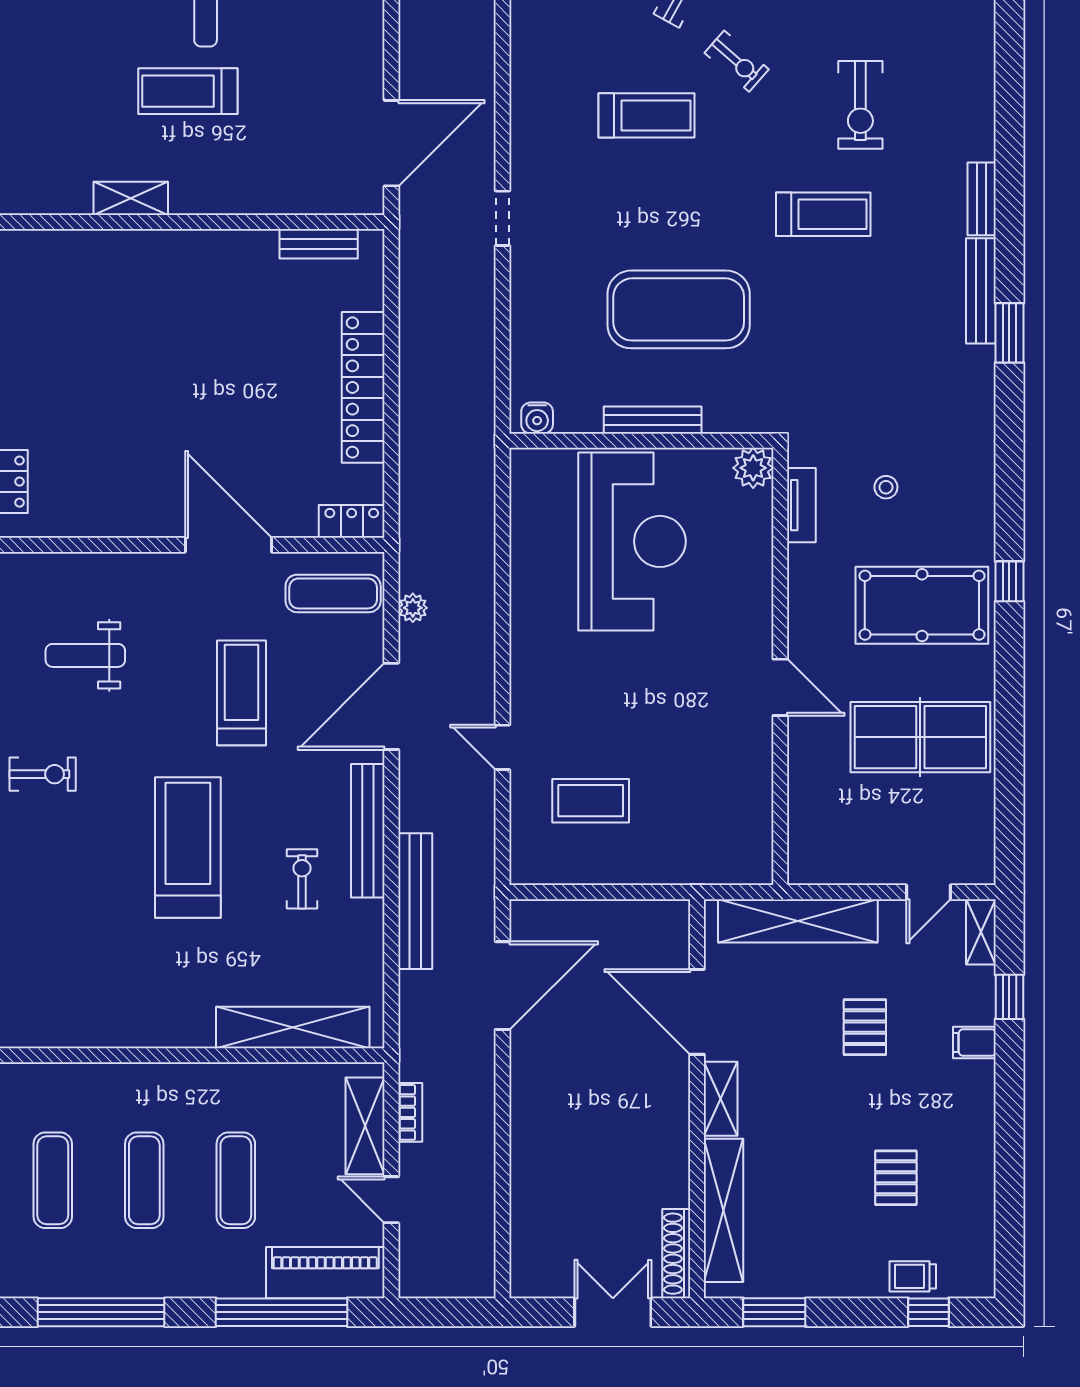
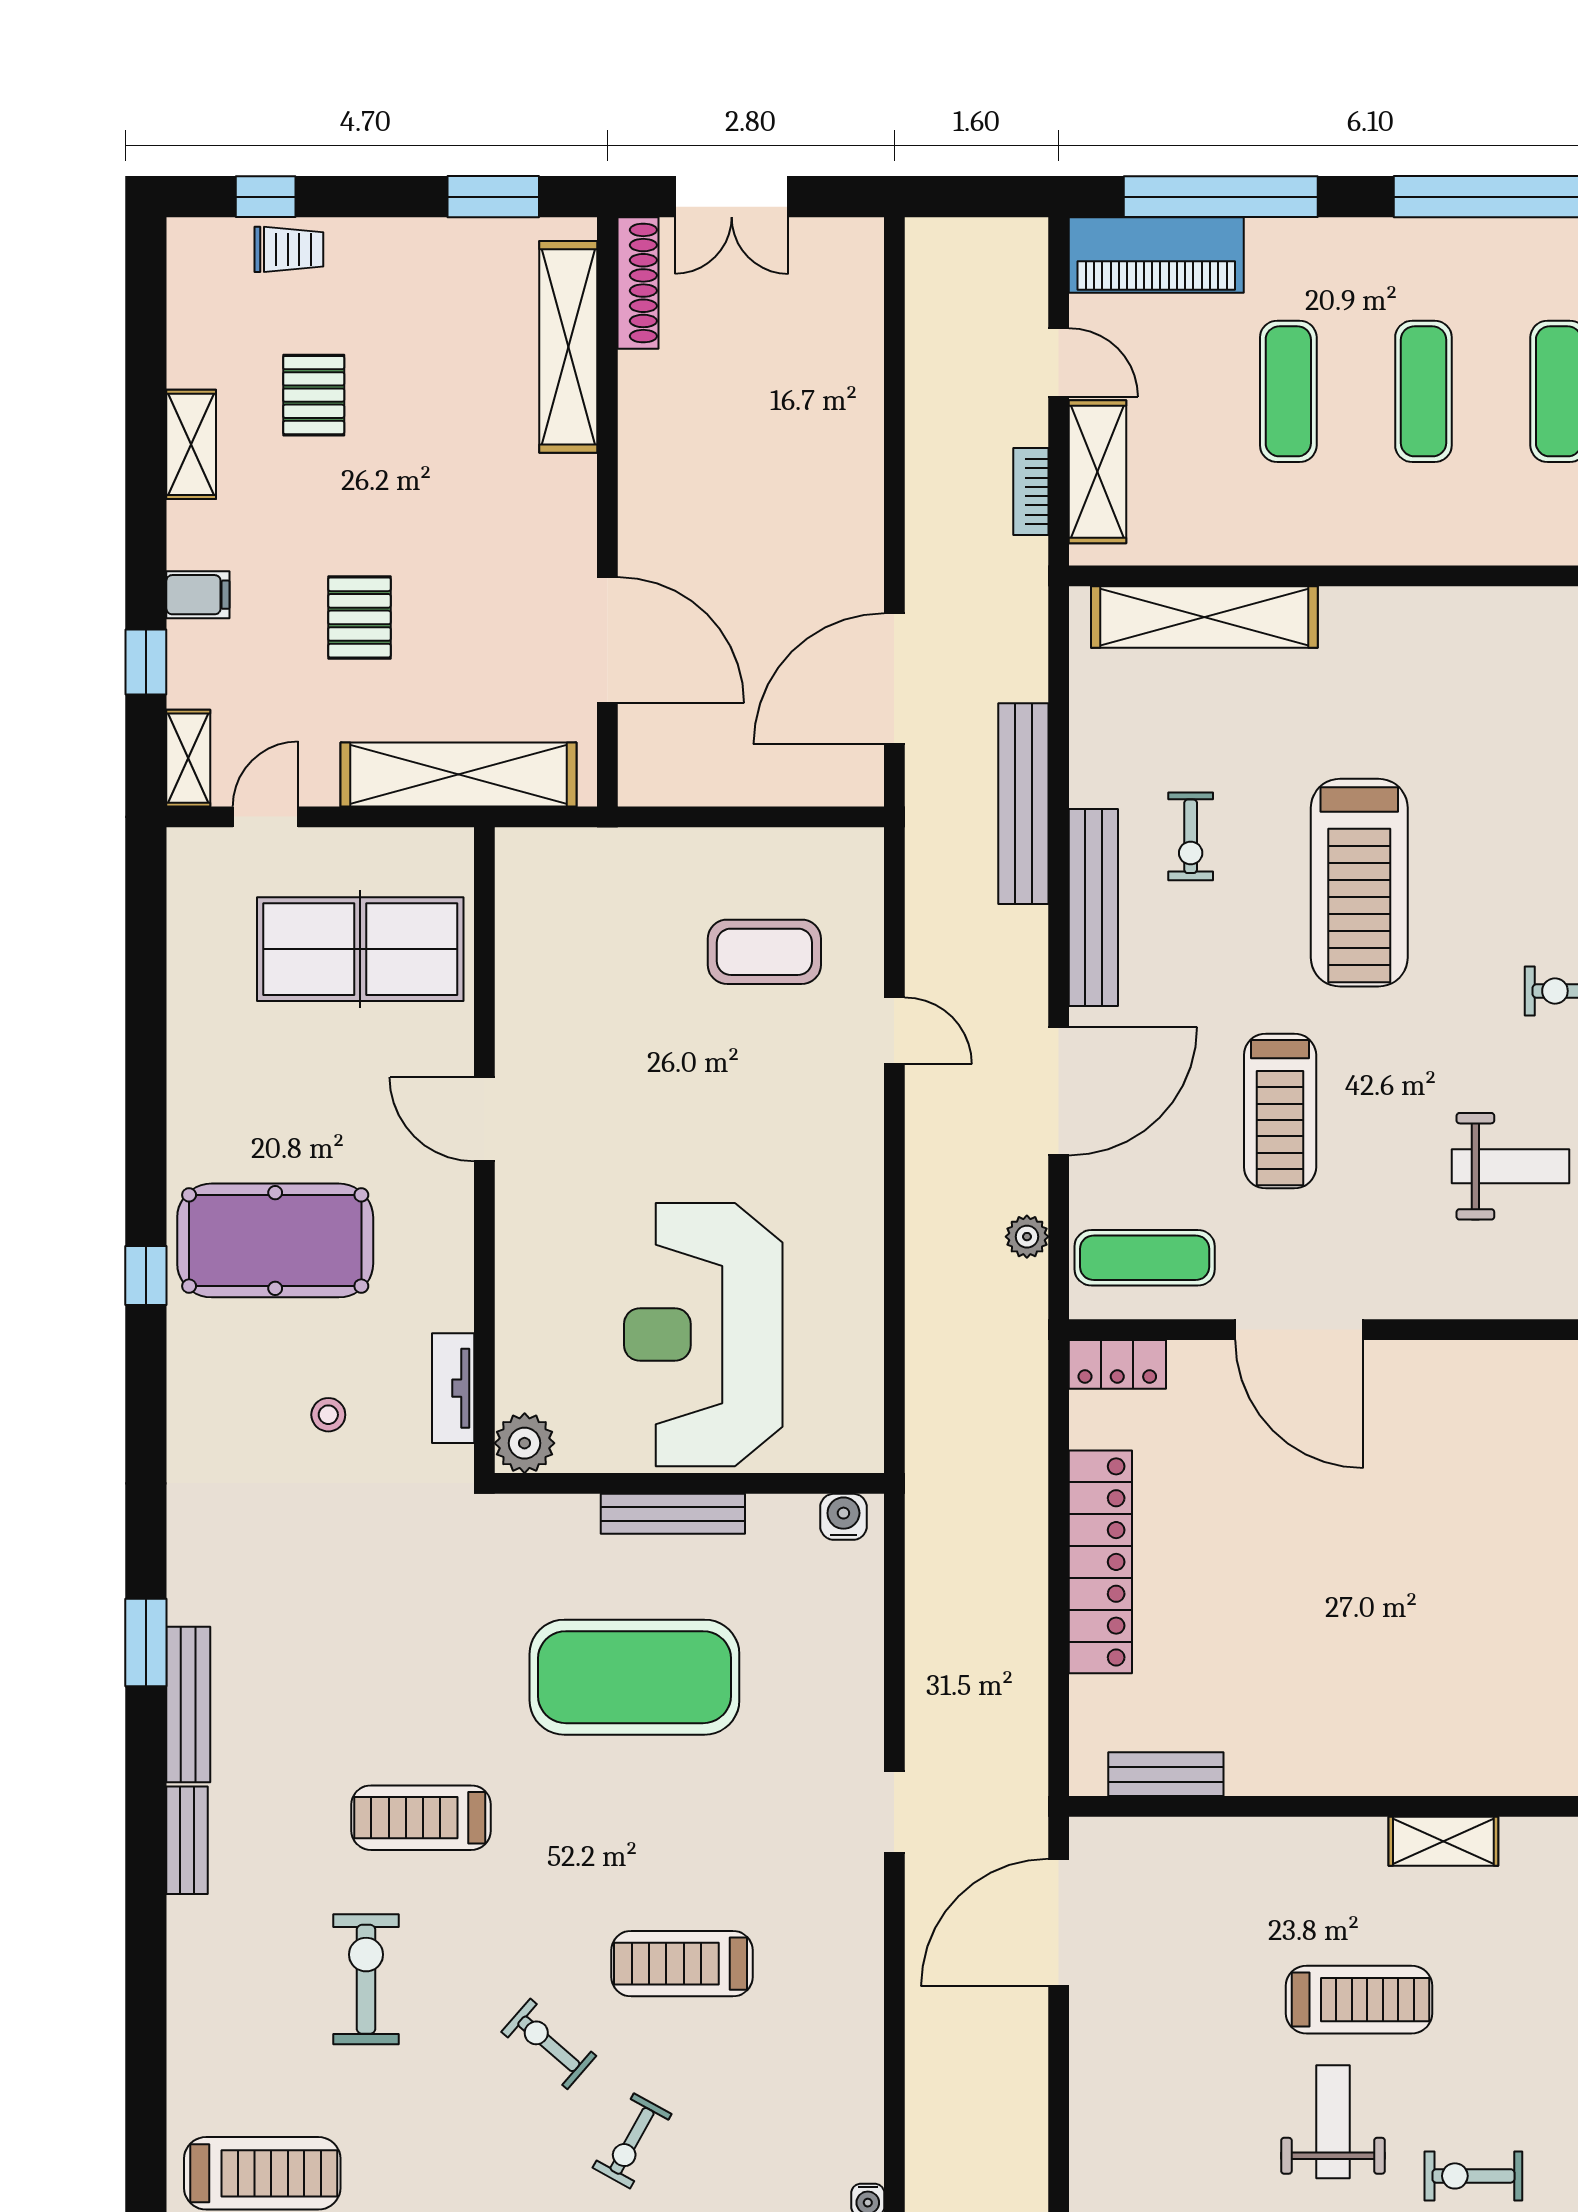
table tennis table: (920, 737) -> (360, 949), moved
shelving: (721, 1099) -> (191, 444), moved

